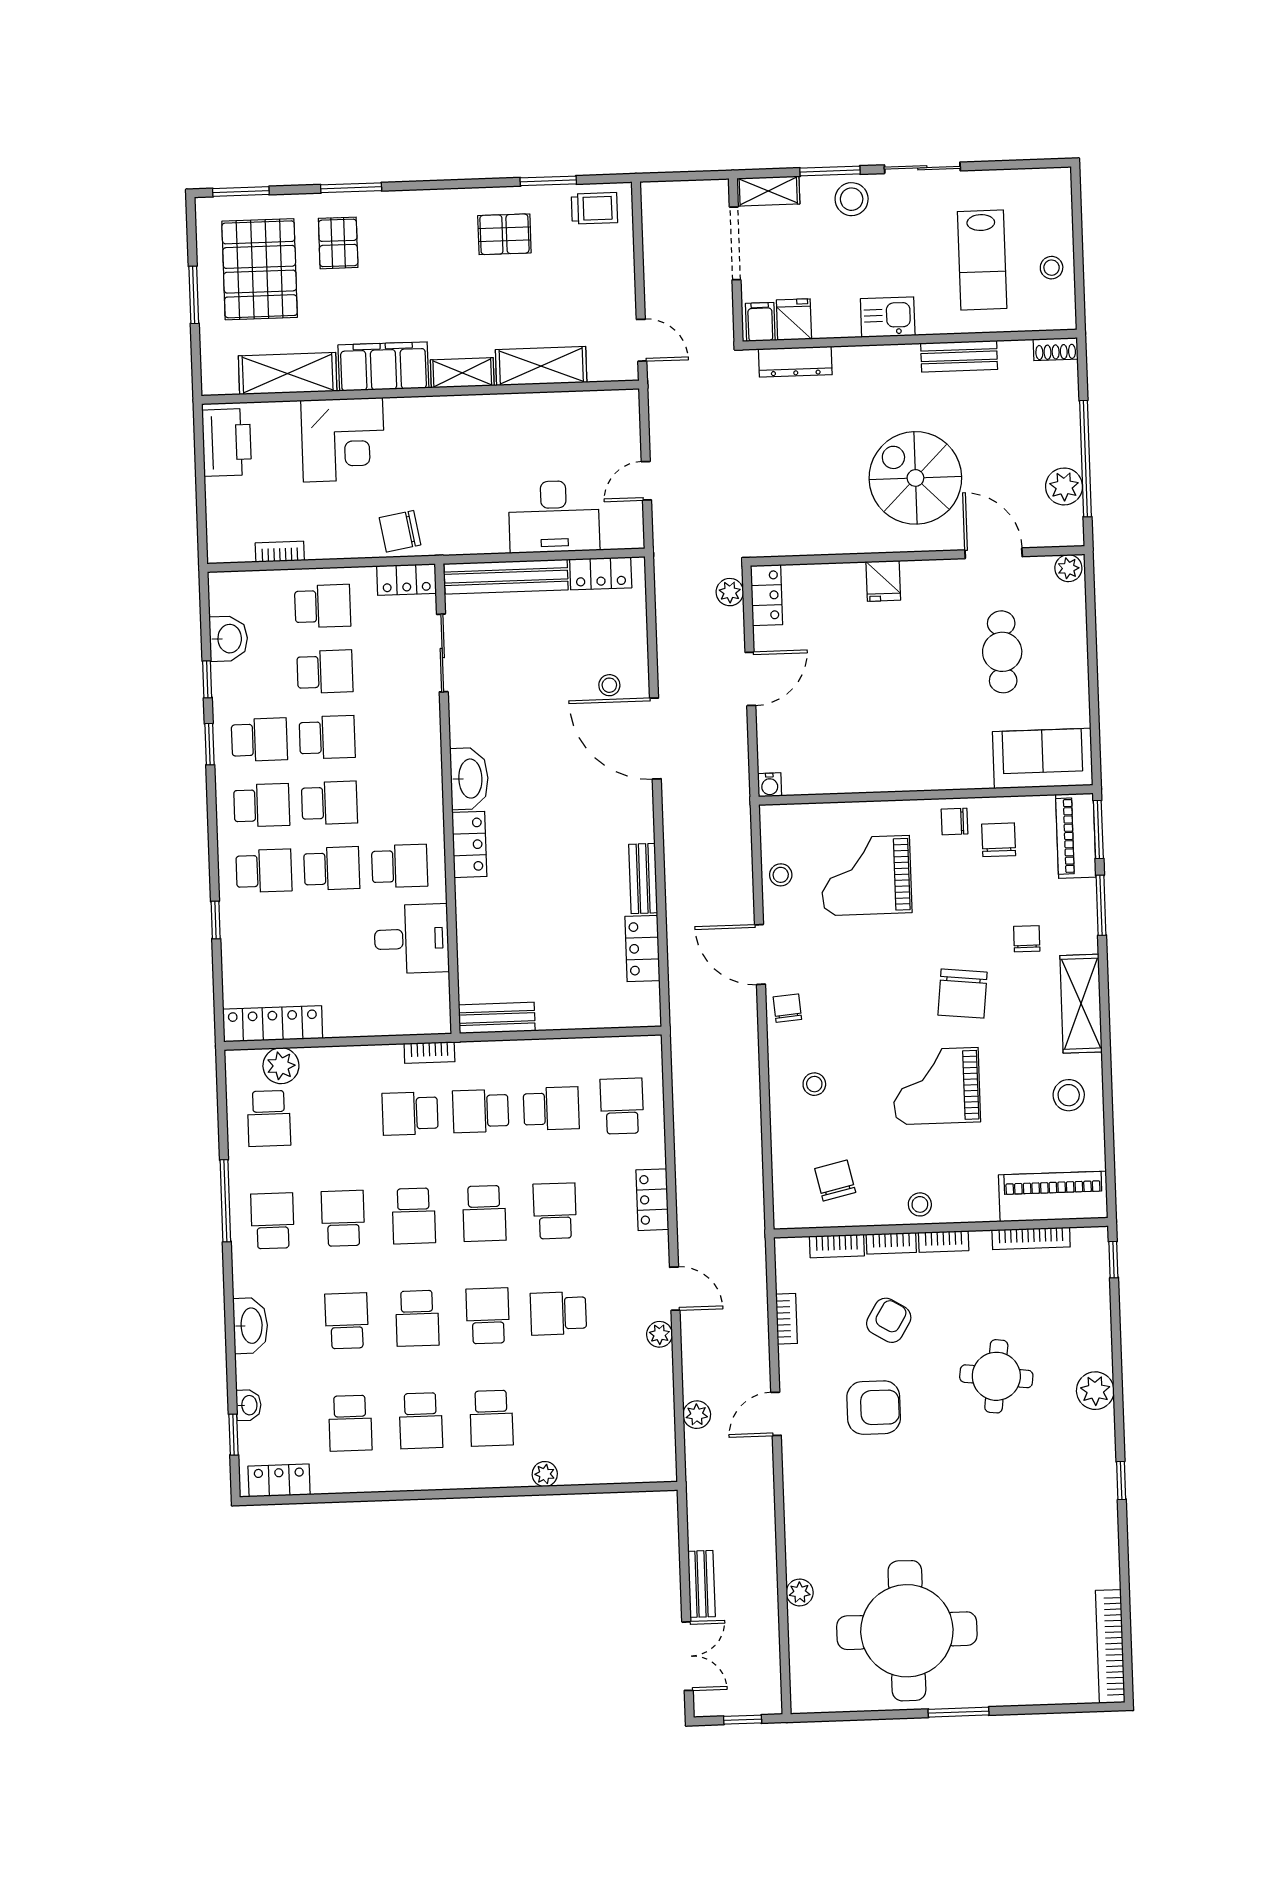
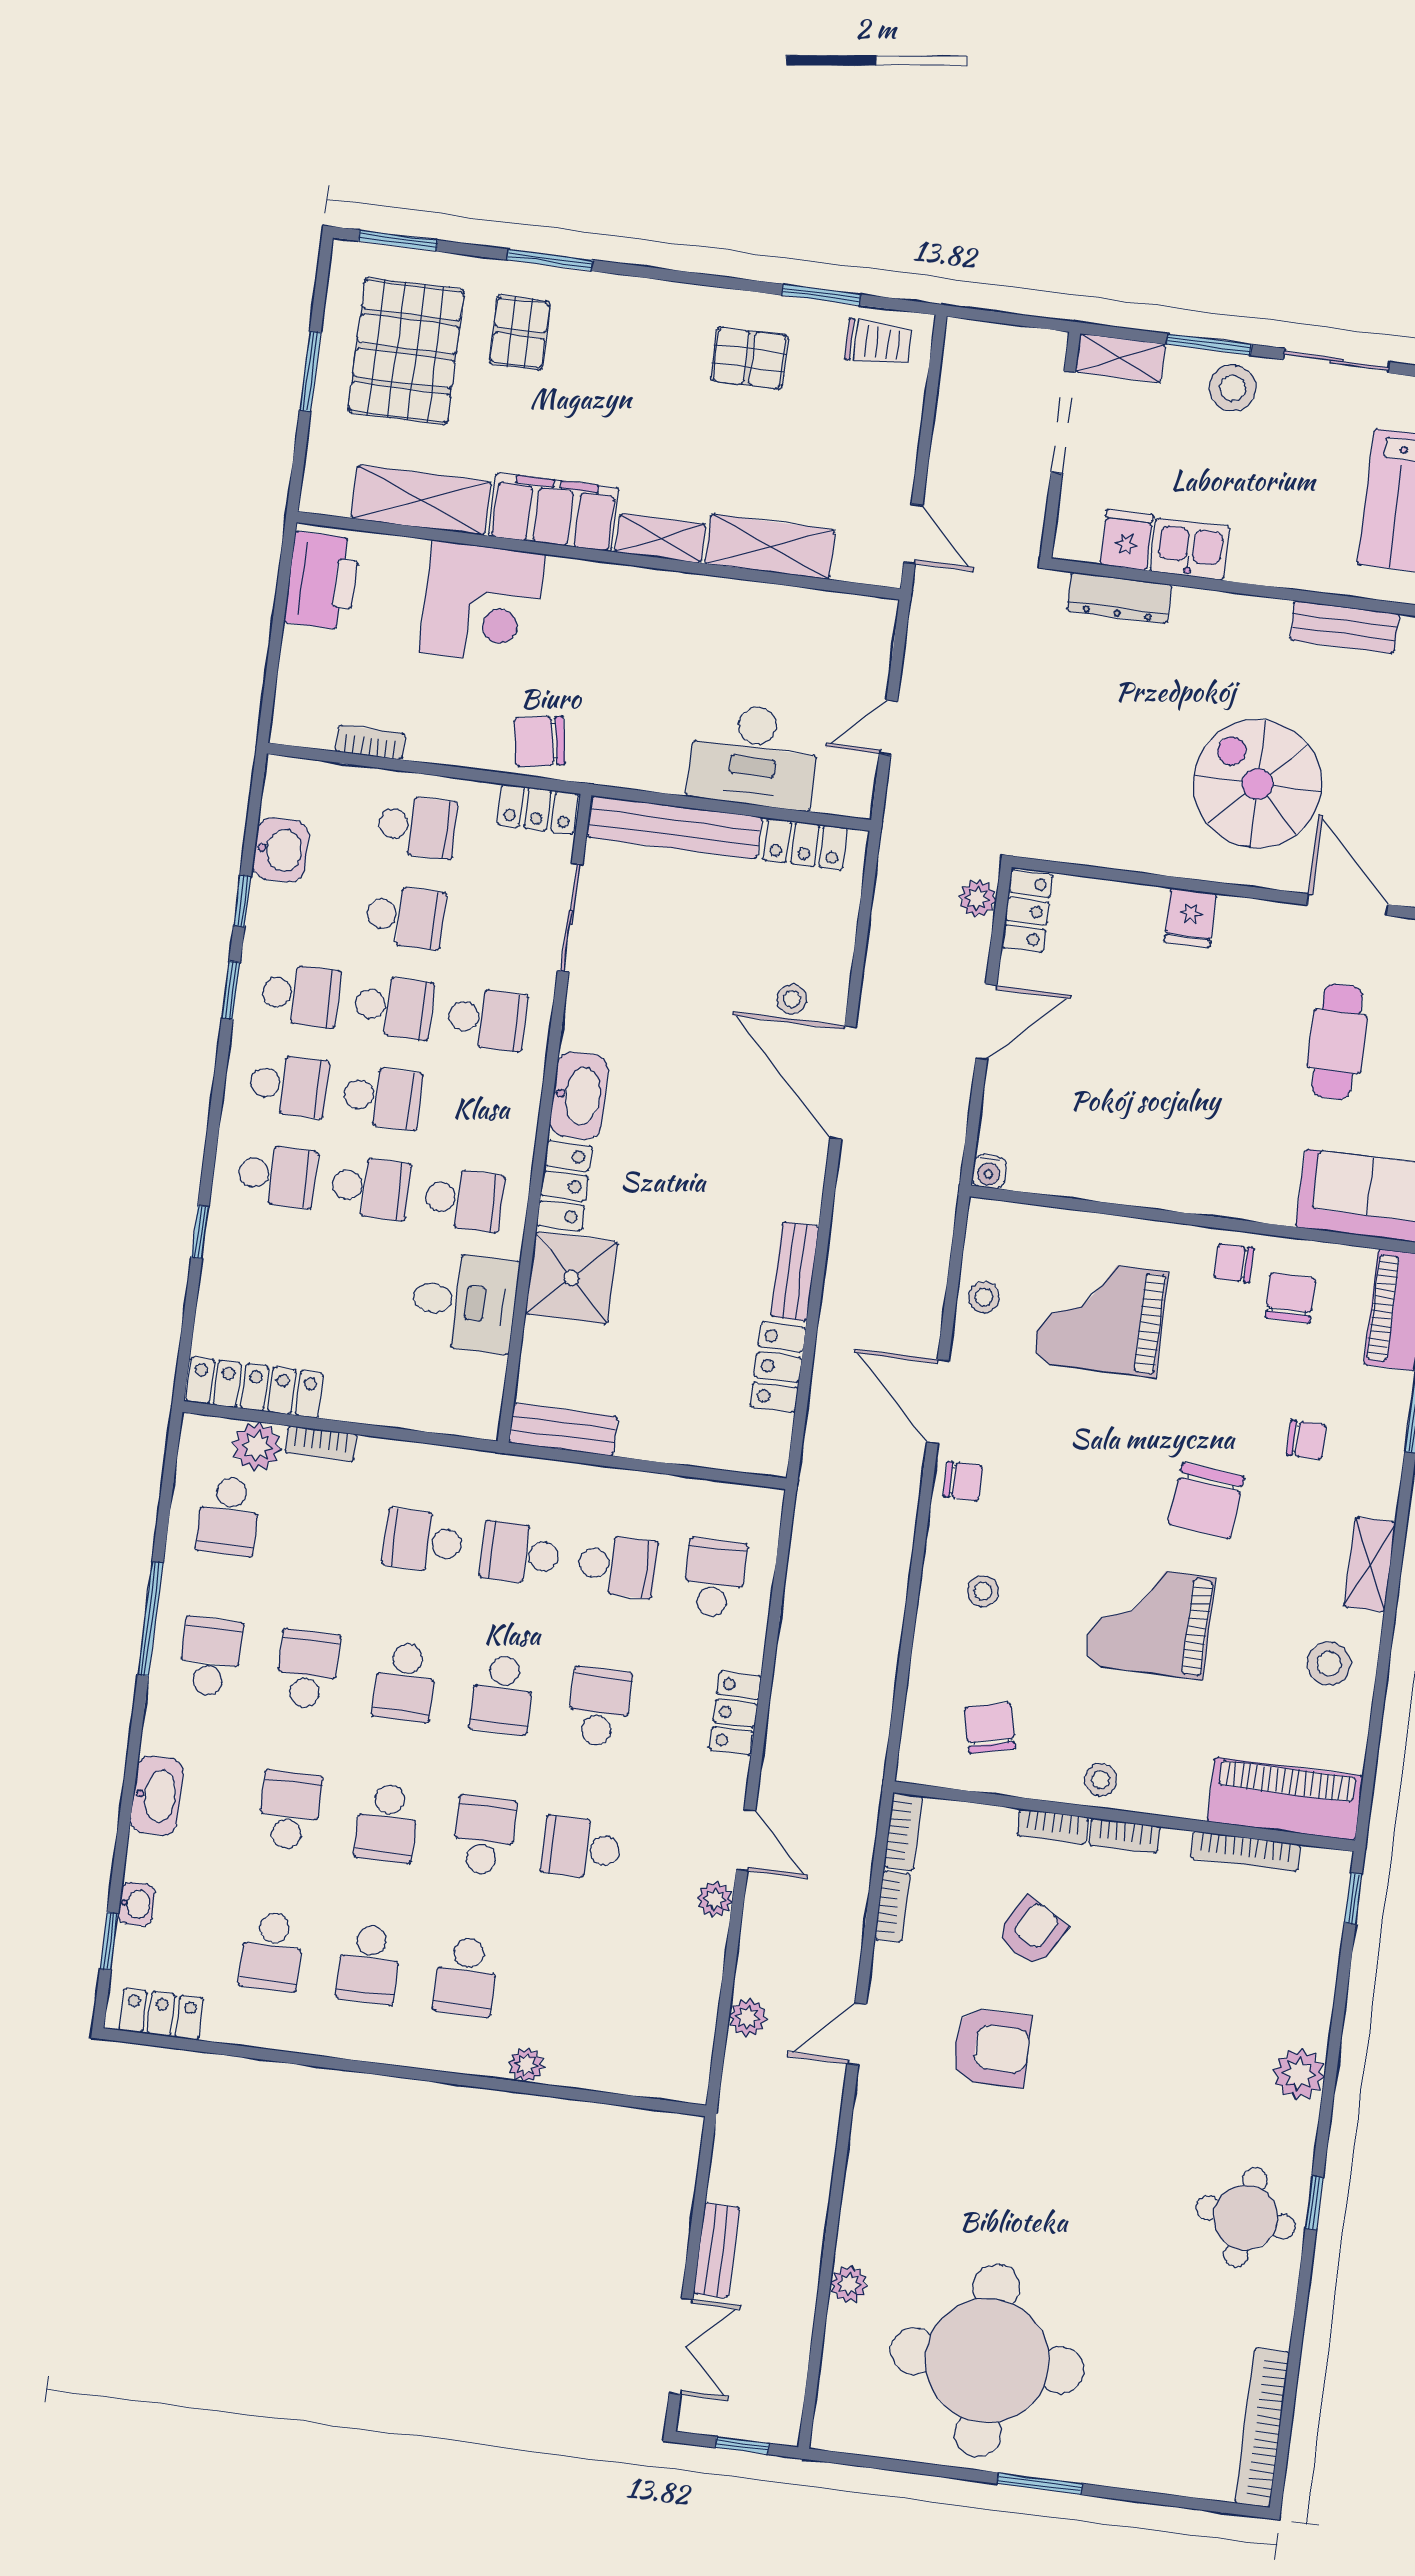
kitchen sink: (888, 317) -> (1190, 549), moved
filing cabinet: (760, 322) -> (1080, 535), removed
school desk: (395, 735) -> (487, 1019), added
shower: (485, 909) -> (571, 1278), added
chair: (1027, 939) -> (1306, 1440), turned 90
shelving: (1081, 1004) -> (1370, 1564), width x0.67, depth x0.75
chair: (787, 1008) -> (963, 1481), turned 95
bookcase: (429, 1053) -> (321, 1444), moved
bookcase: (837, 1246) -> (903, 1831), moved, turned -90
round table: (996, 1376) -> (1245, 2217), moved

